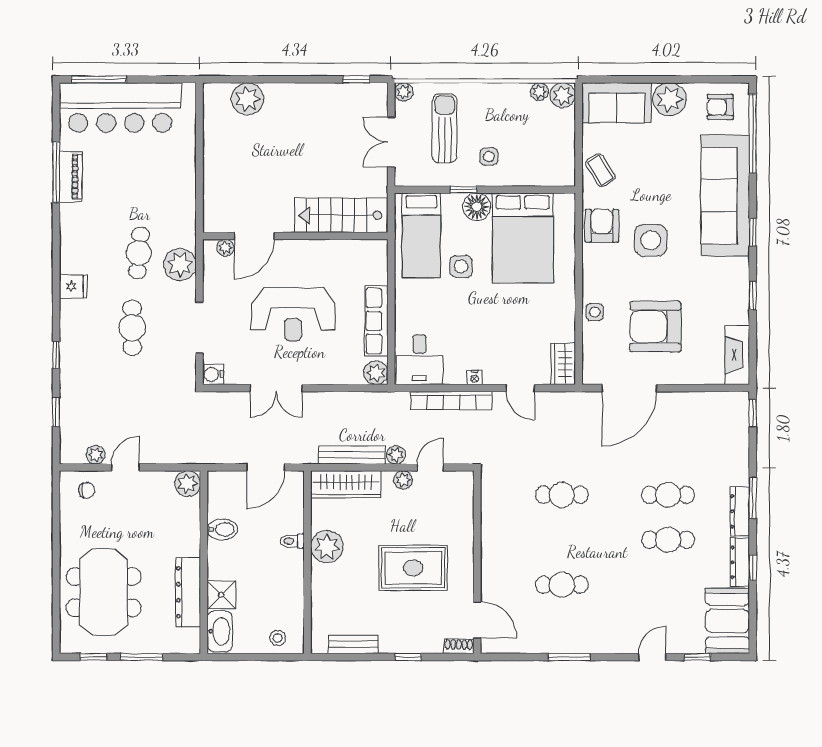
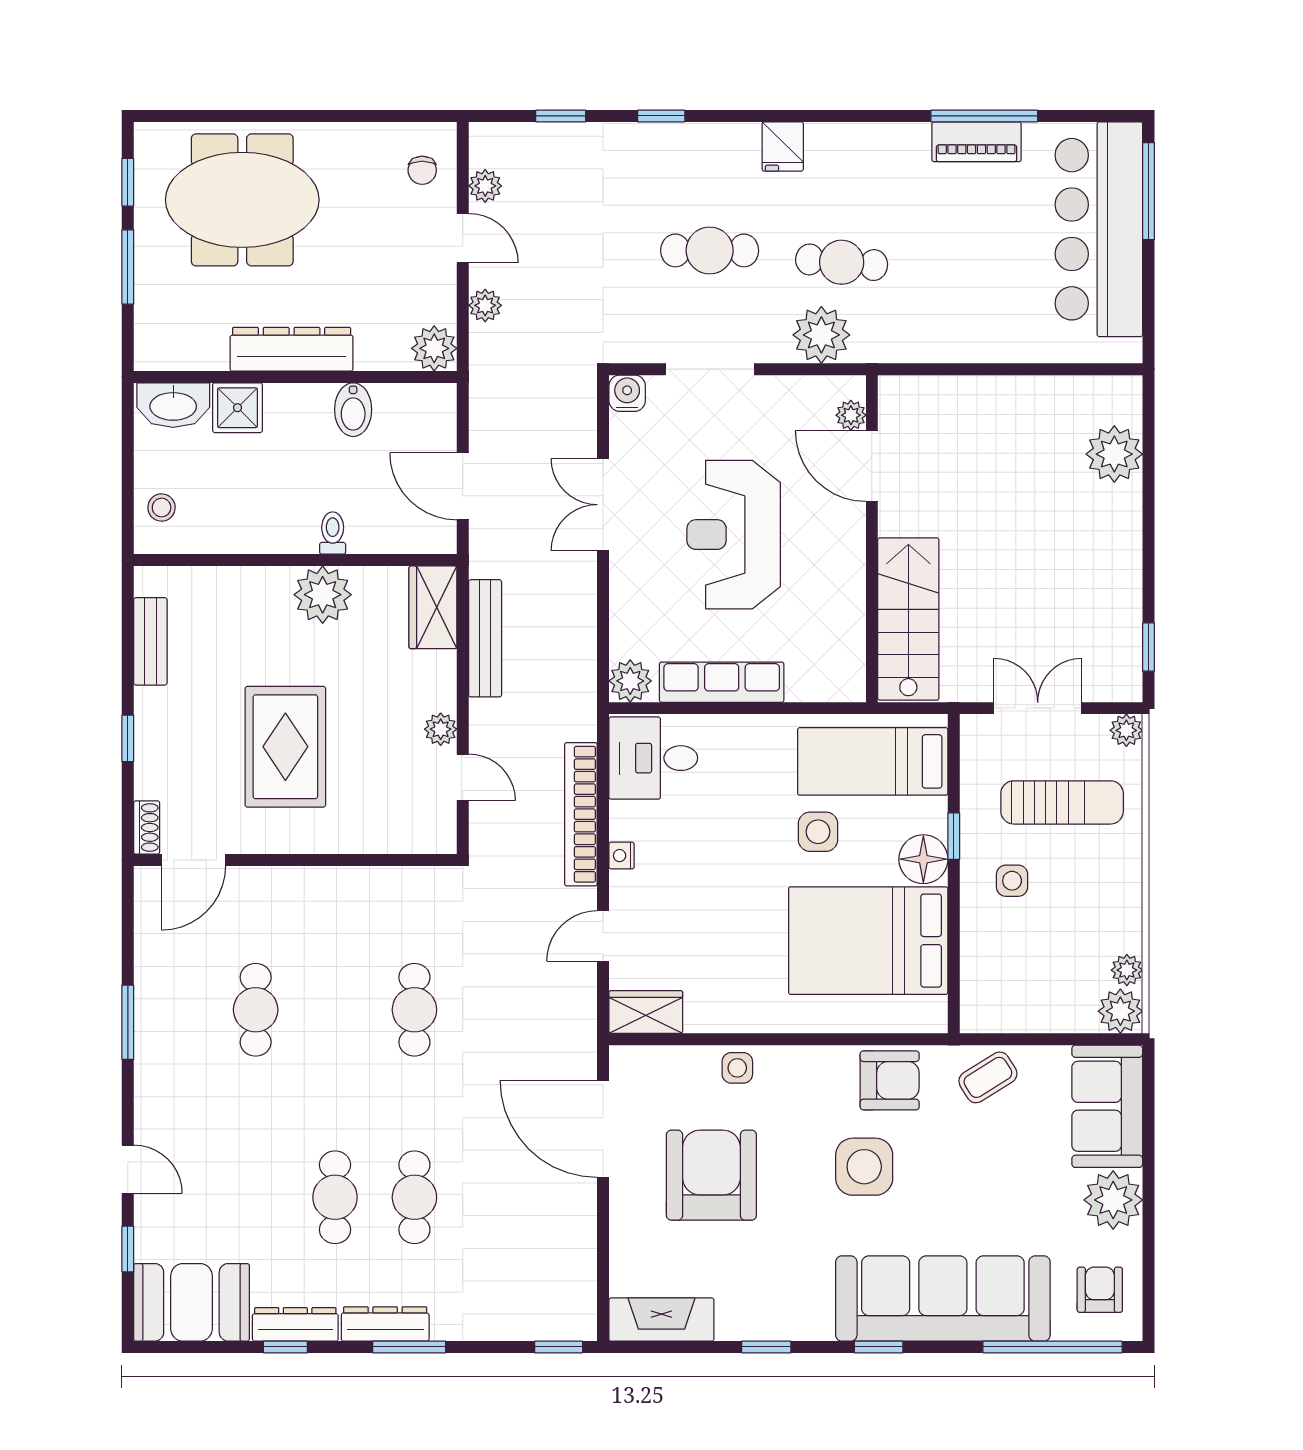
plant: (396, 455) -> (485, 305), moved
wardrobe: (346, 484) -> (433, 607), width x0.67
dresser: (188, 592) -> (292, 349), moved

